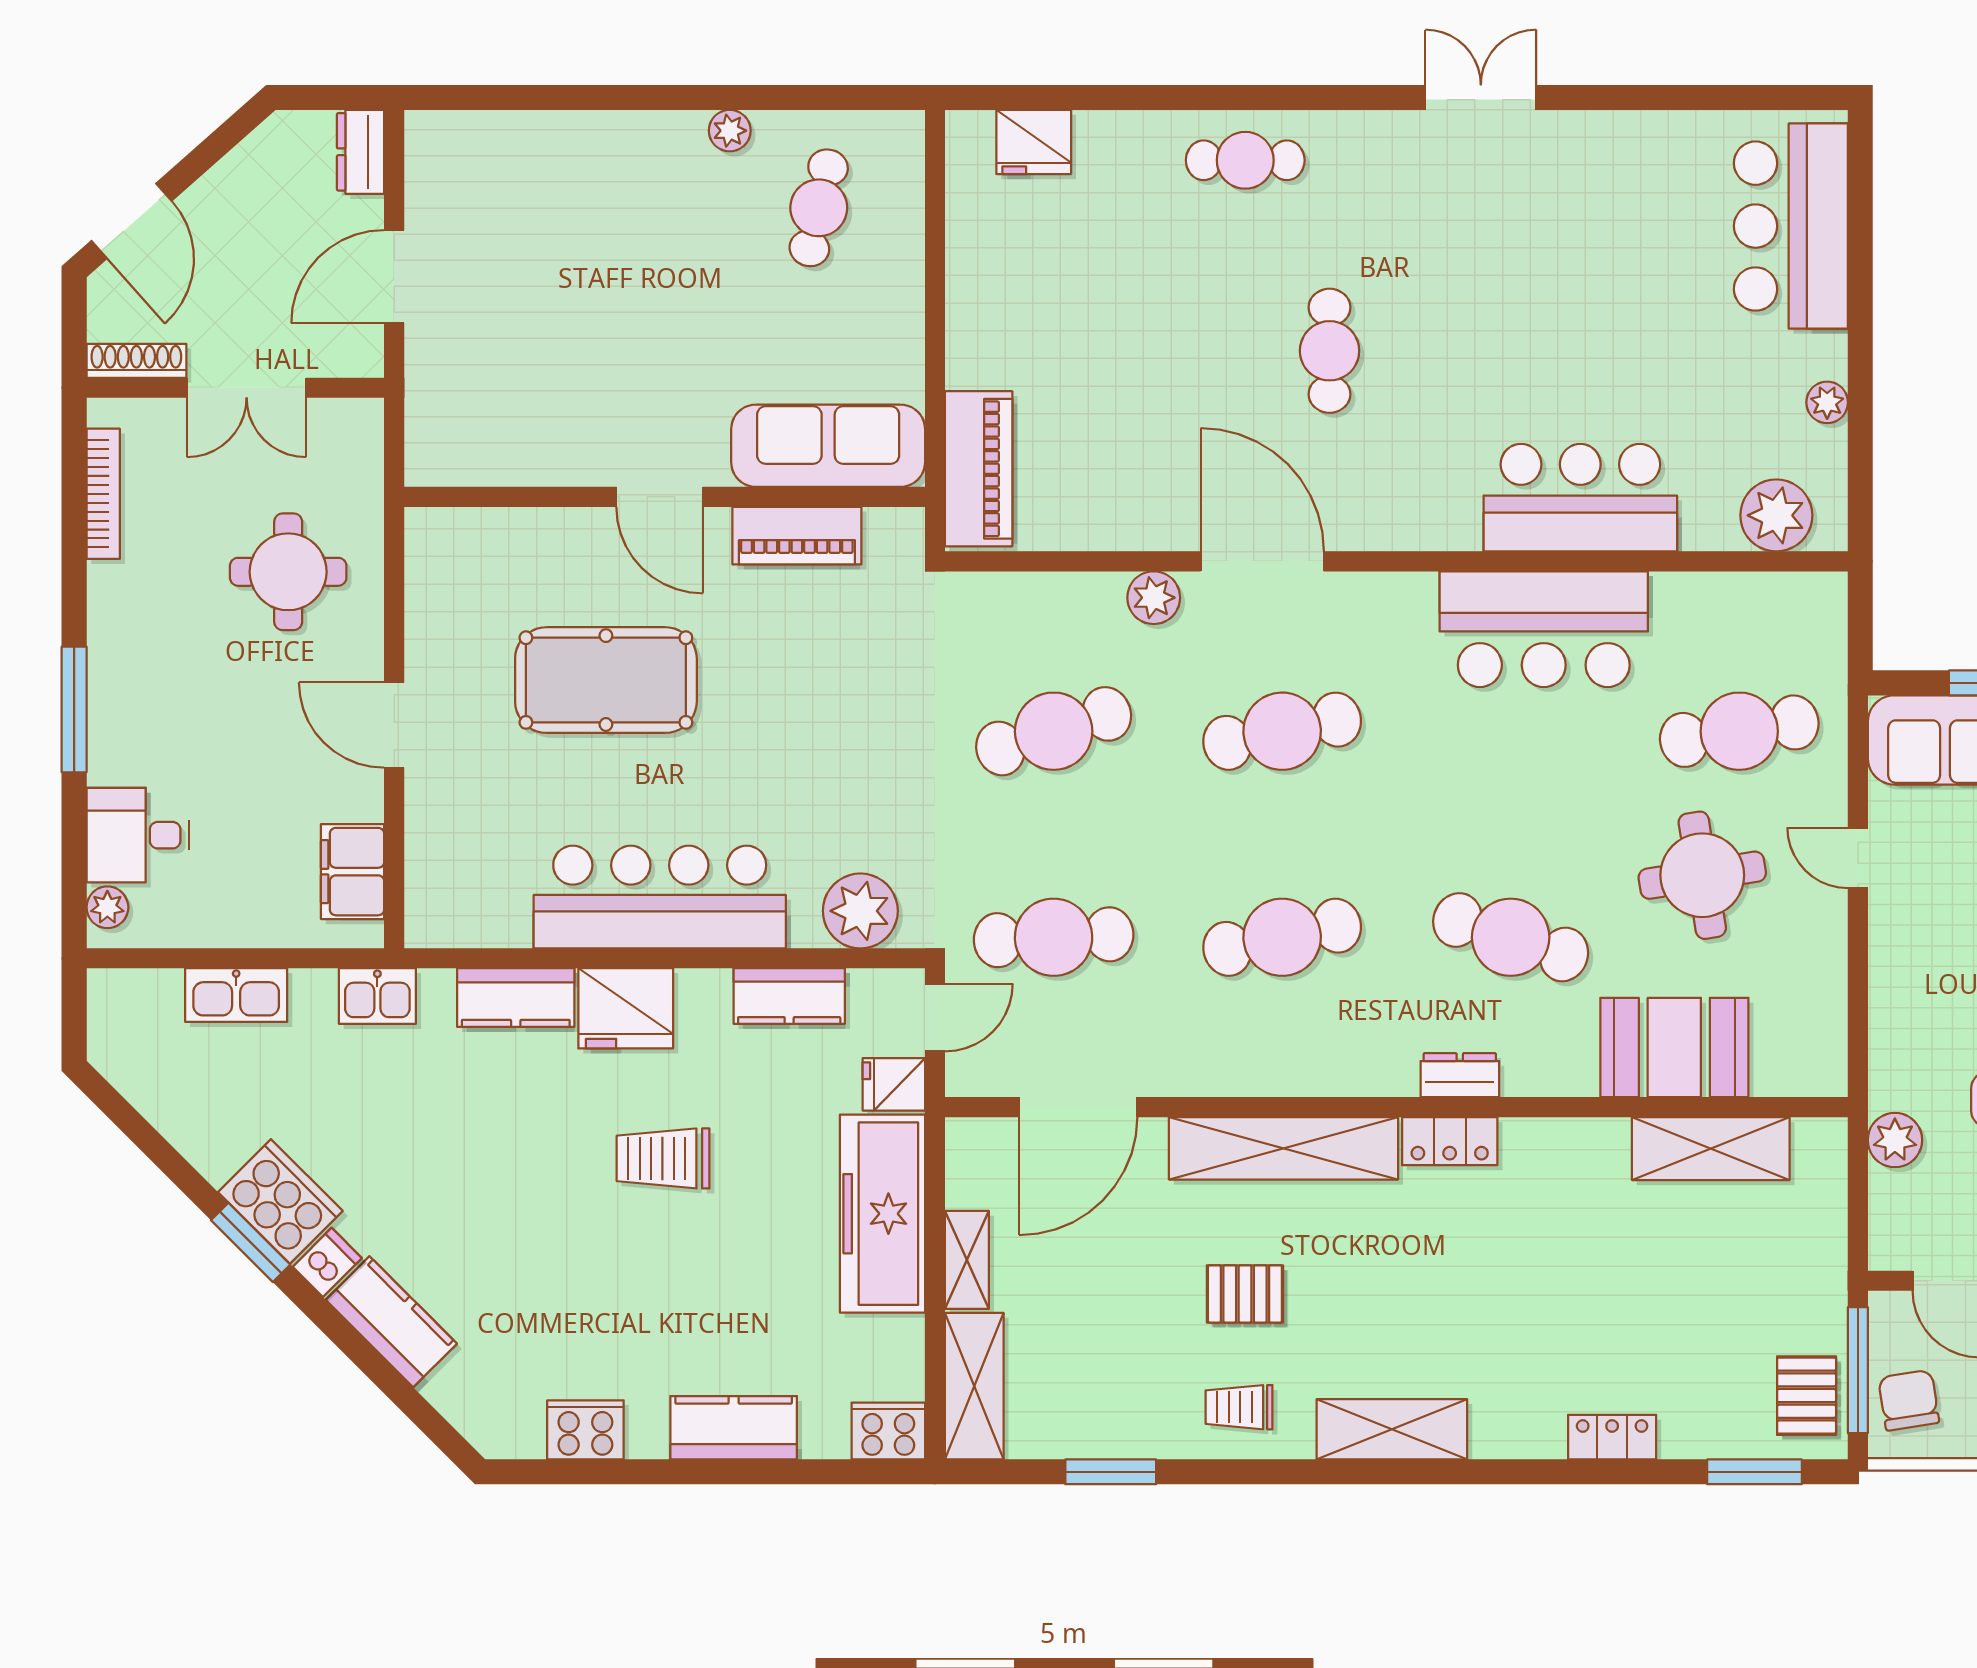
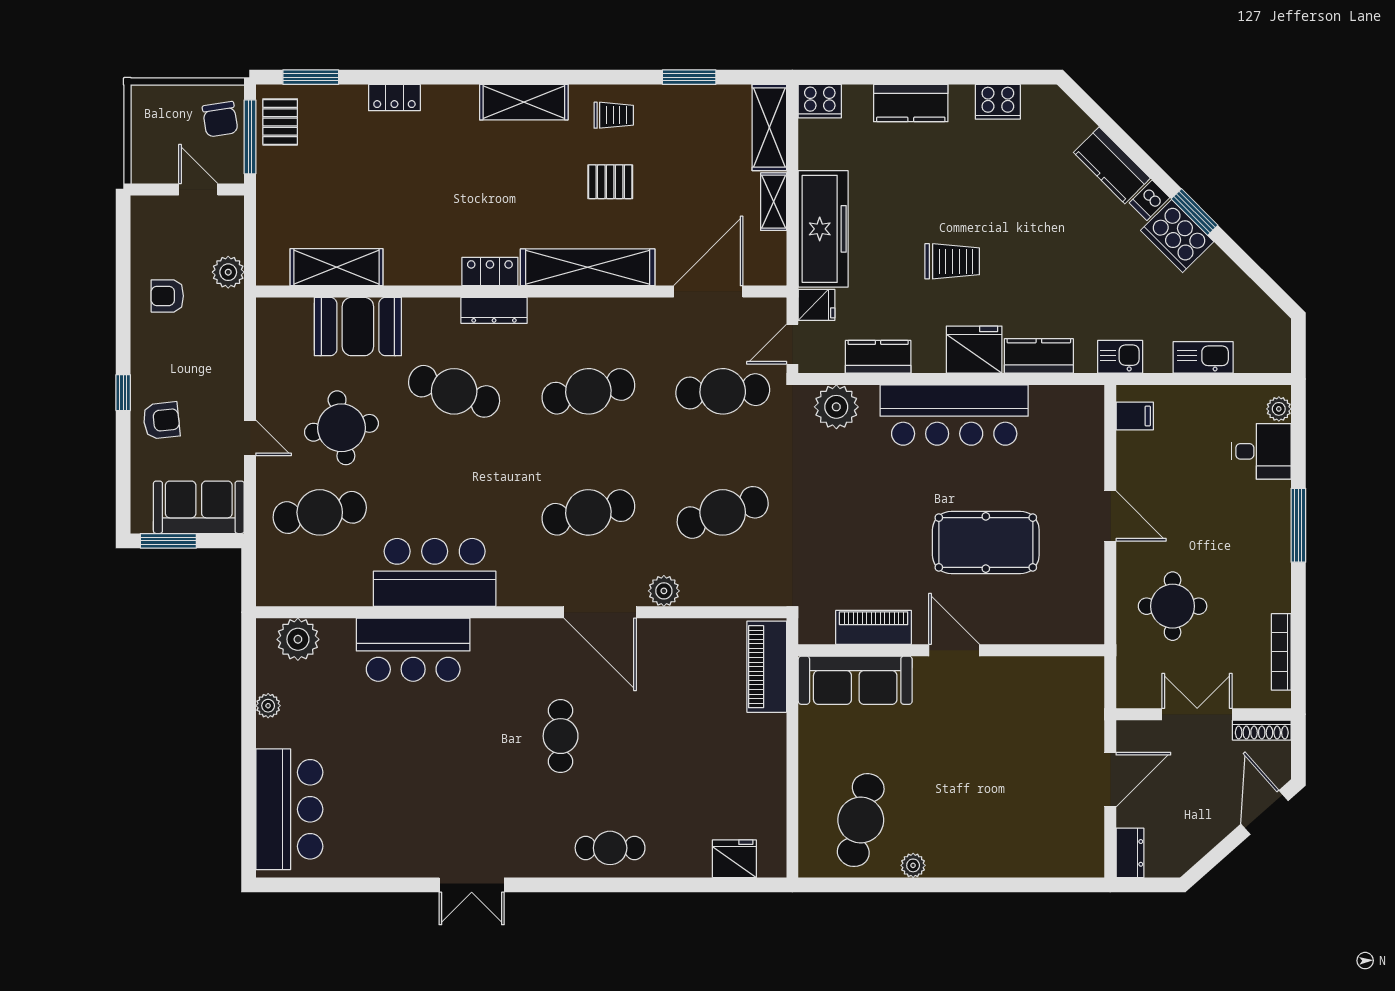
cafe table: (819, 208) -> (861, 820), width x1.37, depth x1.35
filing cabinet: (353, 872) -> (1135, 416), width x0.50
dresser: (1460, 1075) -> (494, 310), width x1.44

